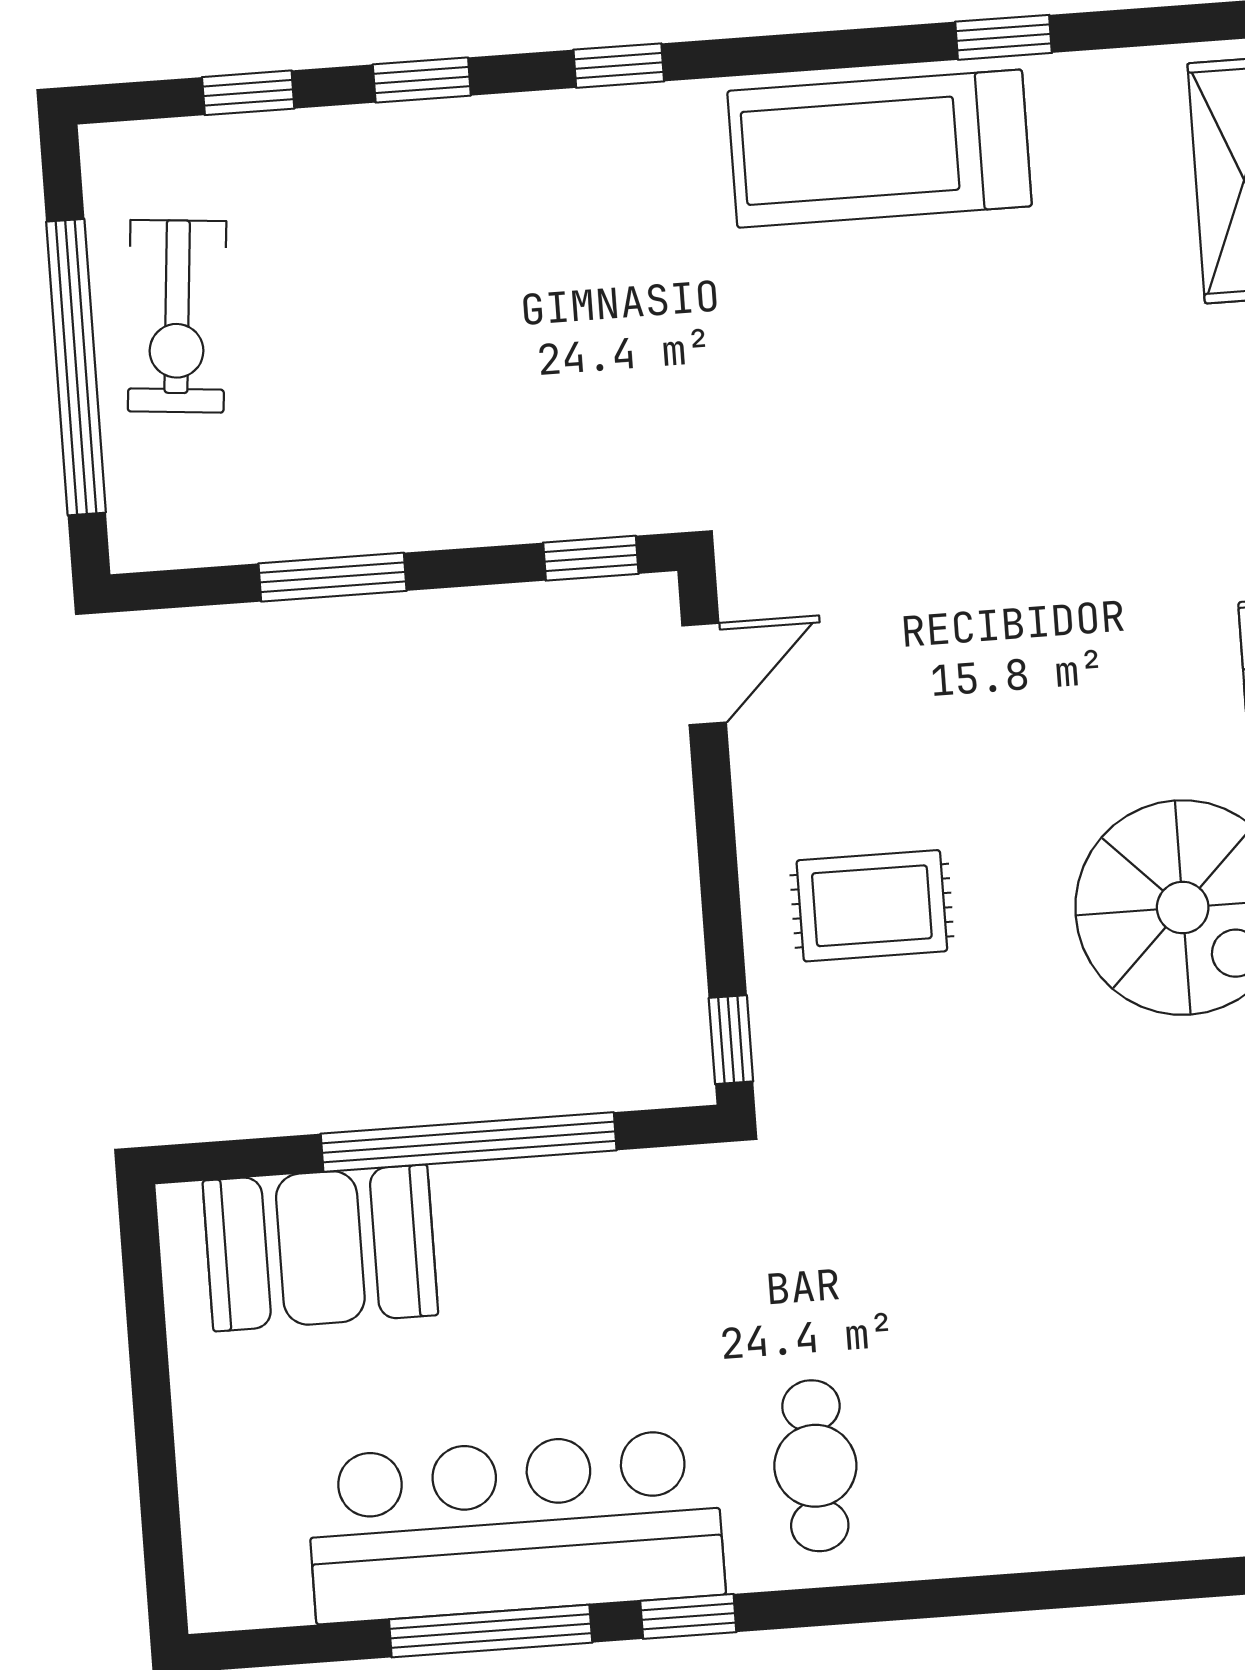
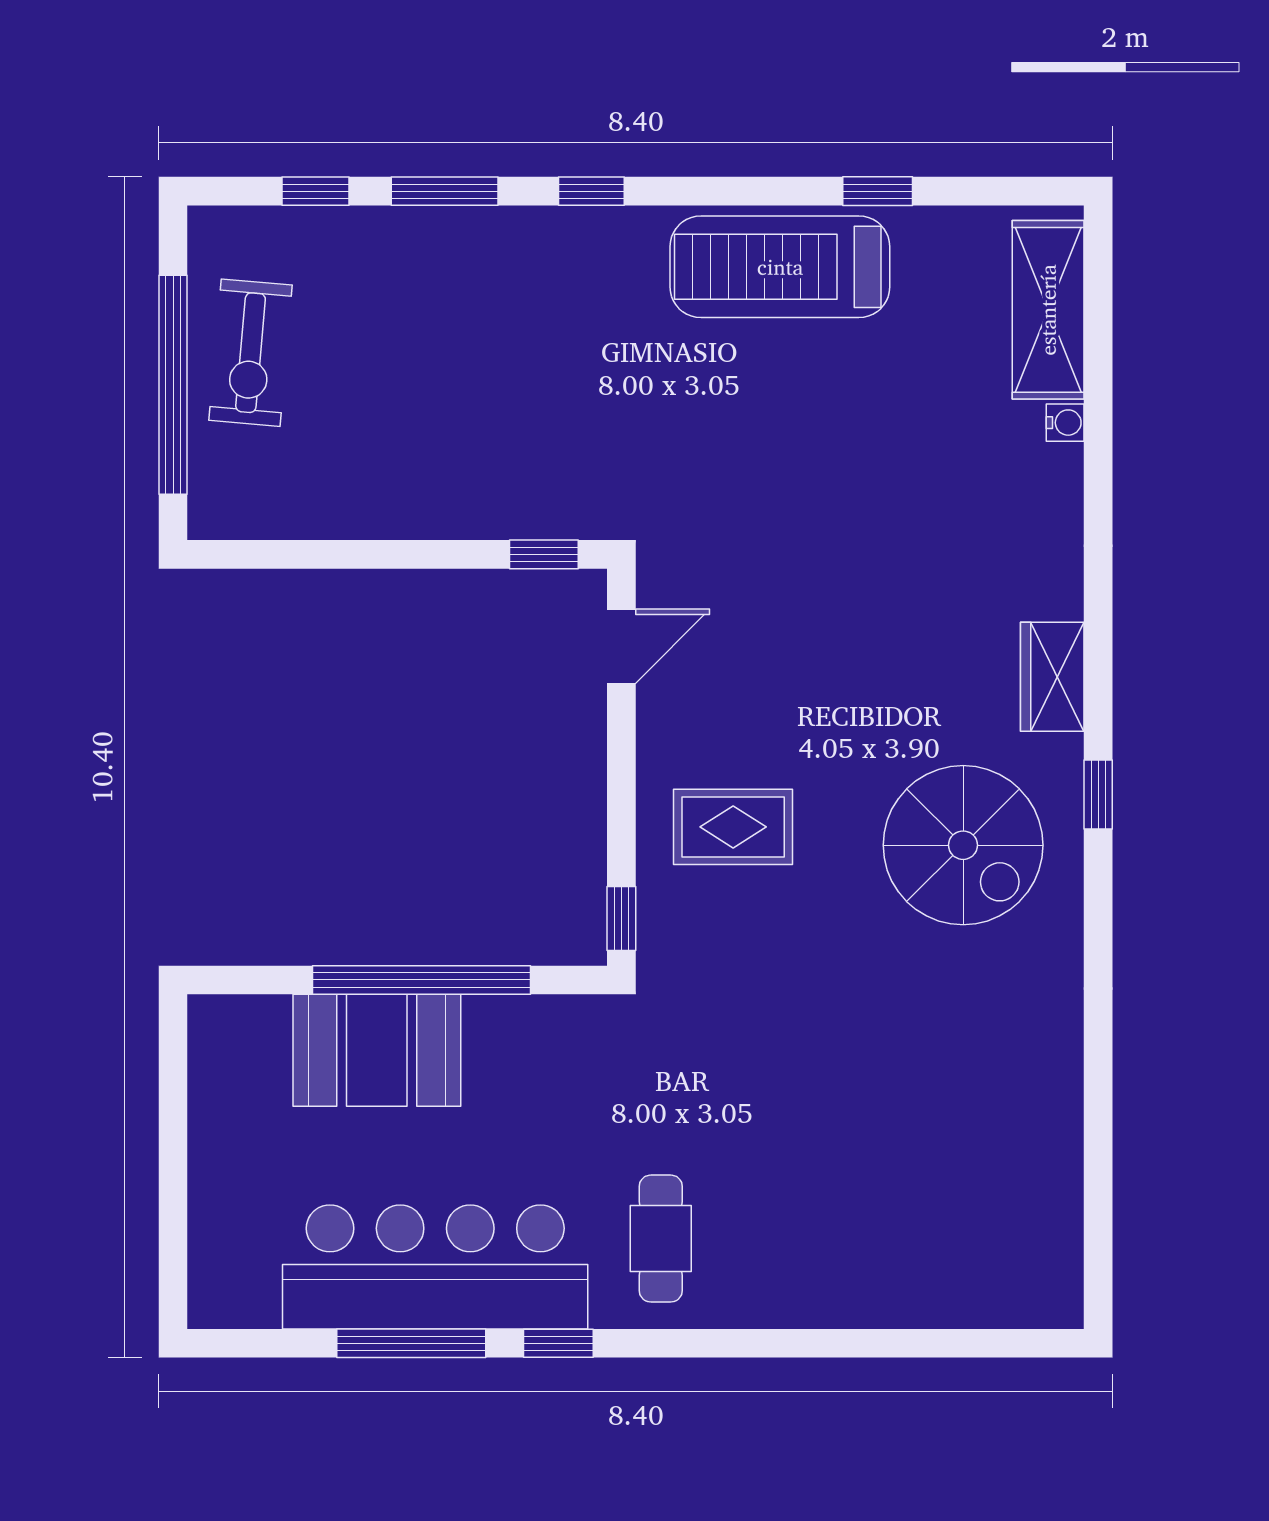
window: (422, 80) -> (445, 191), width x1.50
window: (333, 577) -> (352, 554), removed
booth: (320, 1248) -> (377, 1050), moved

